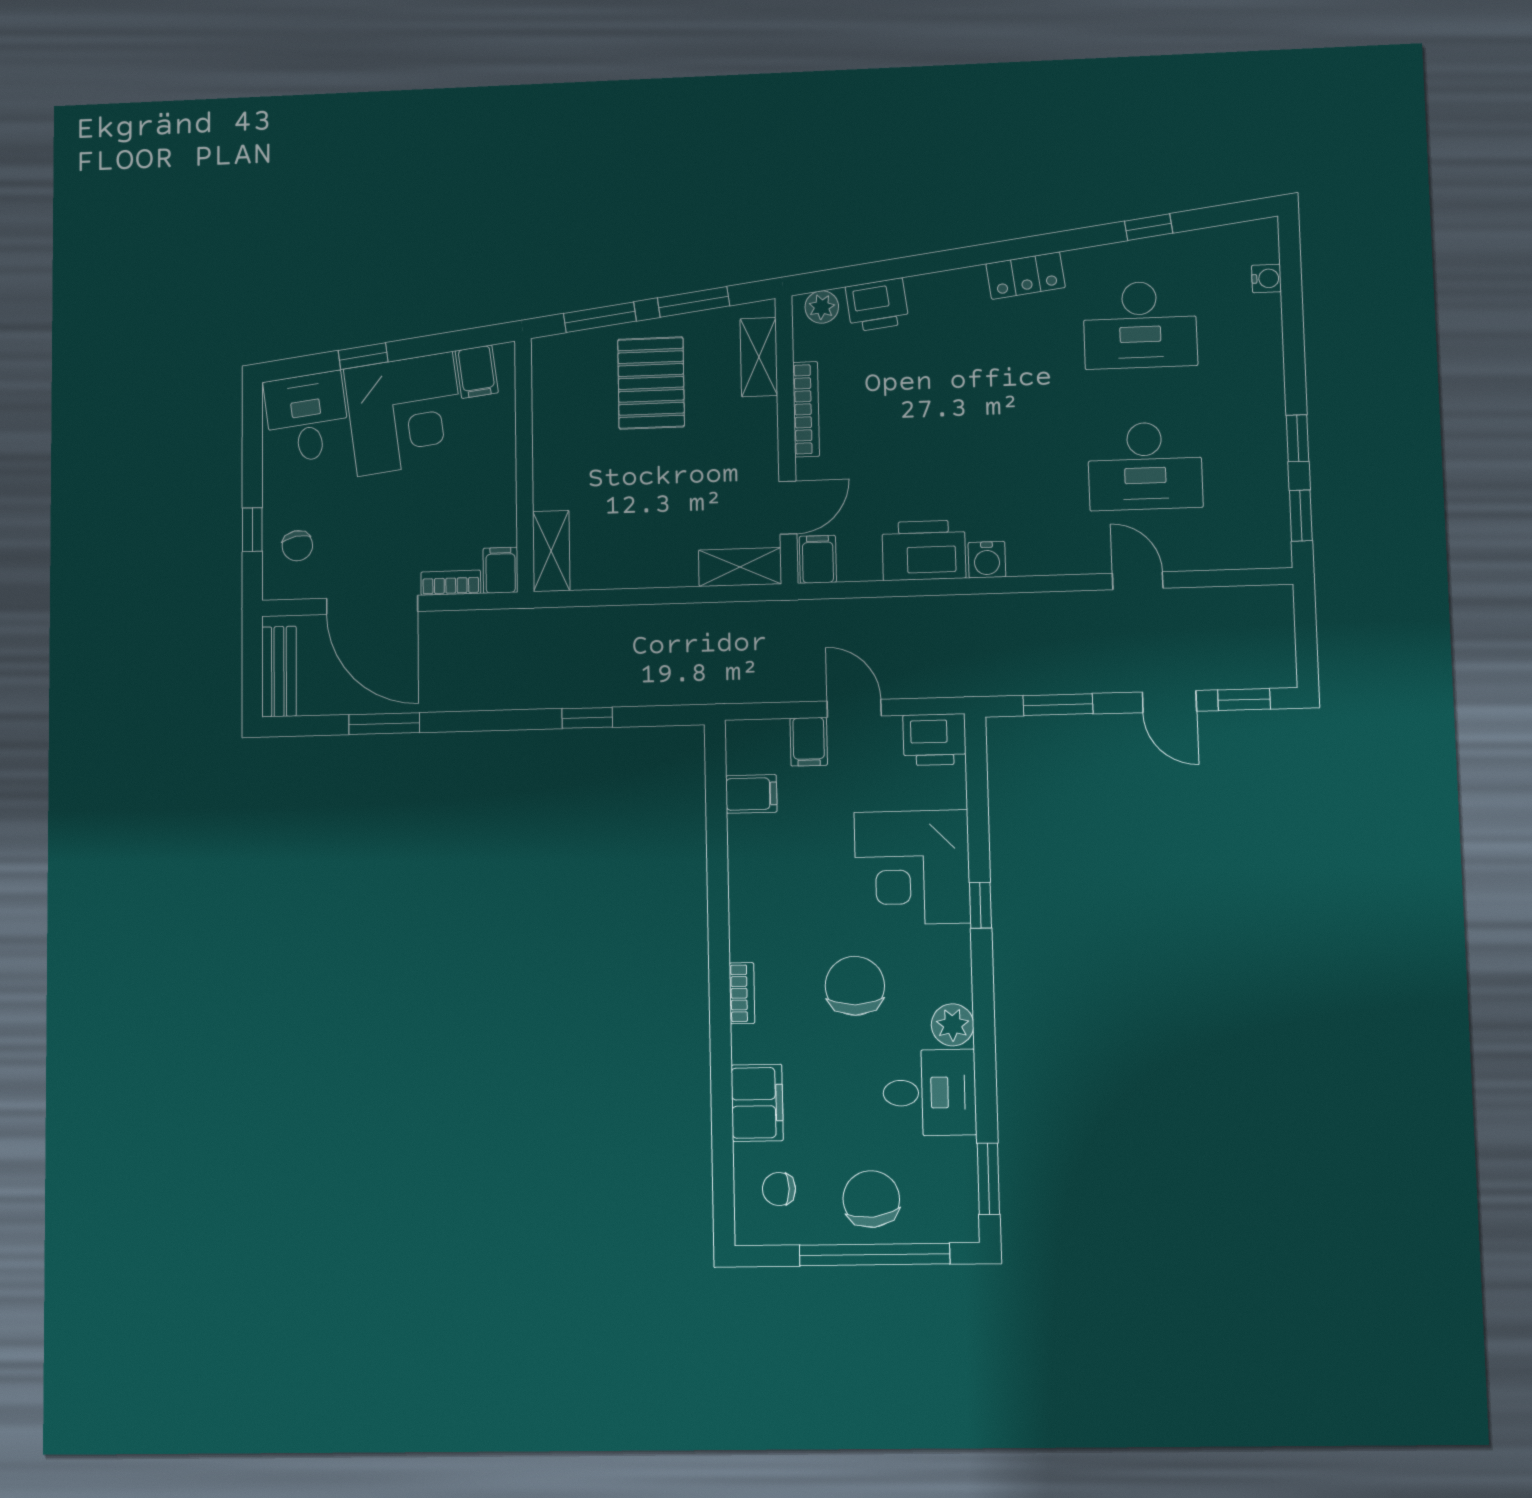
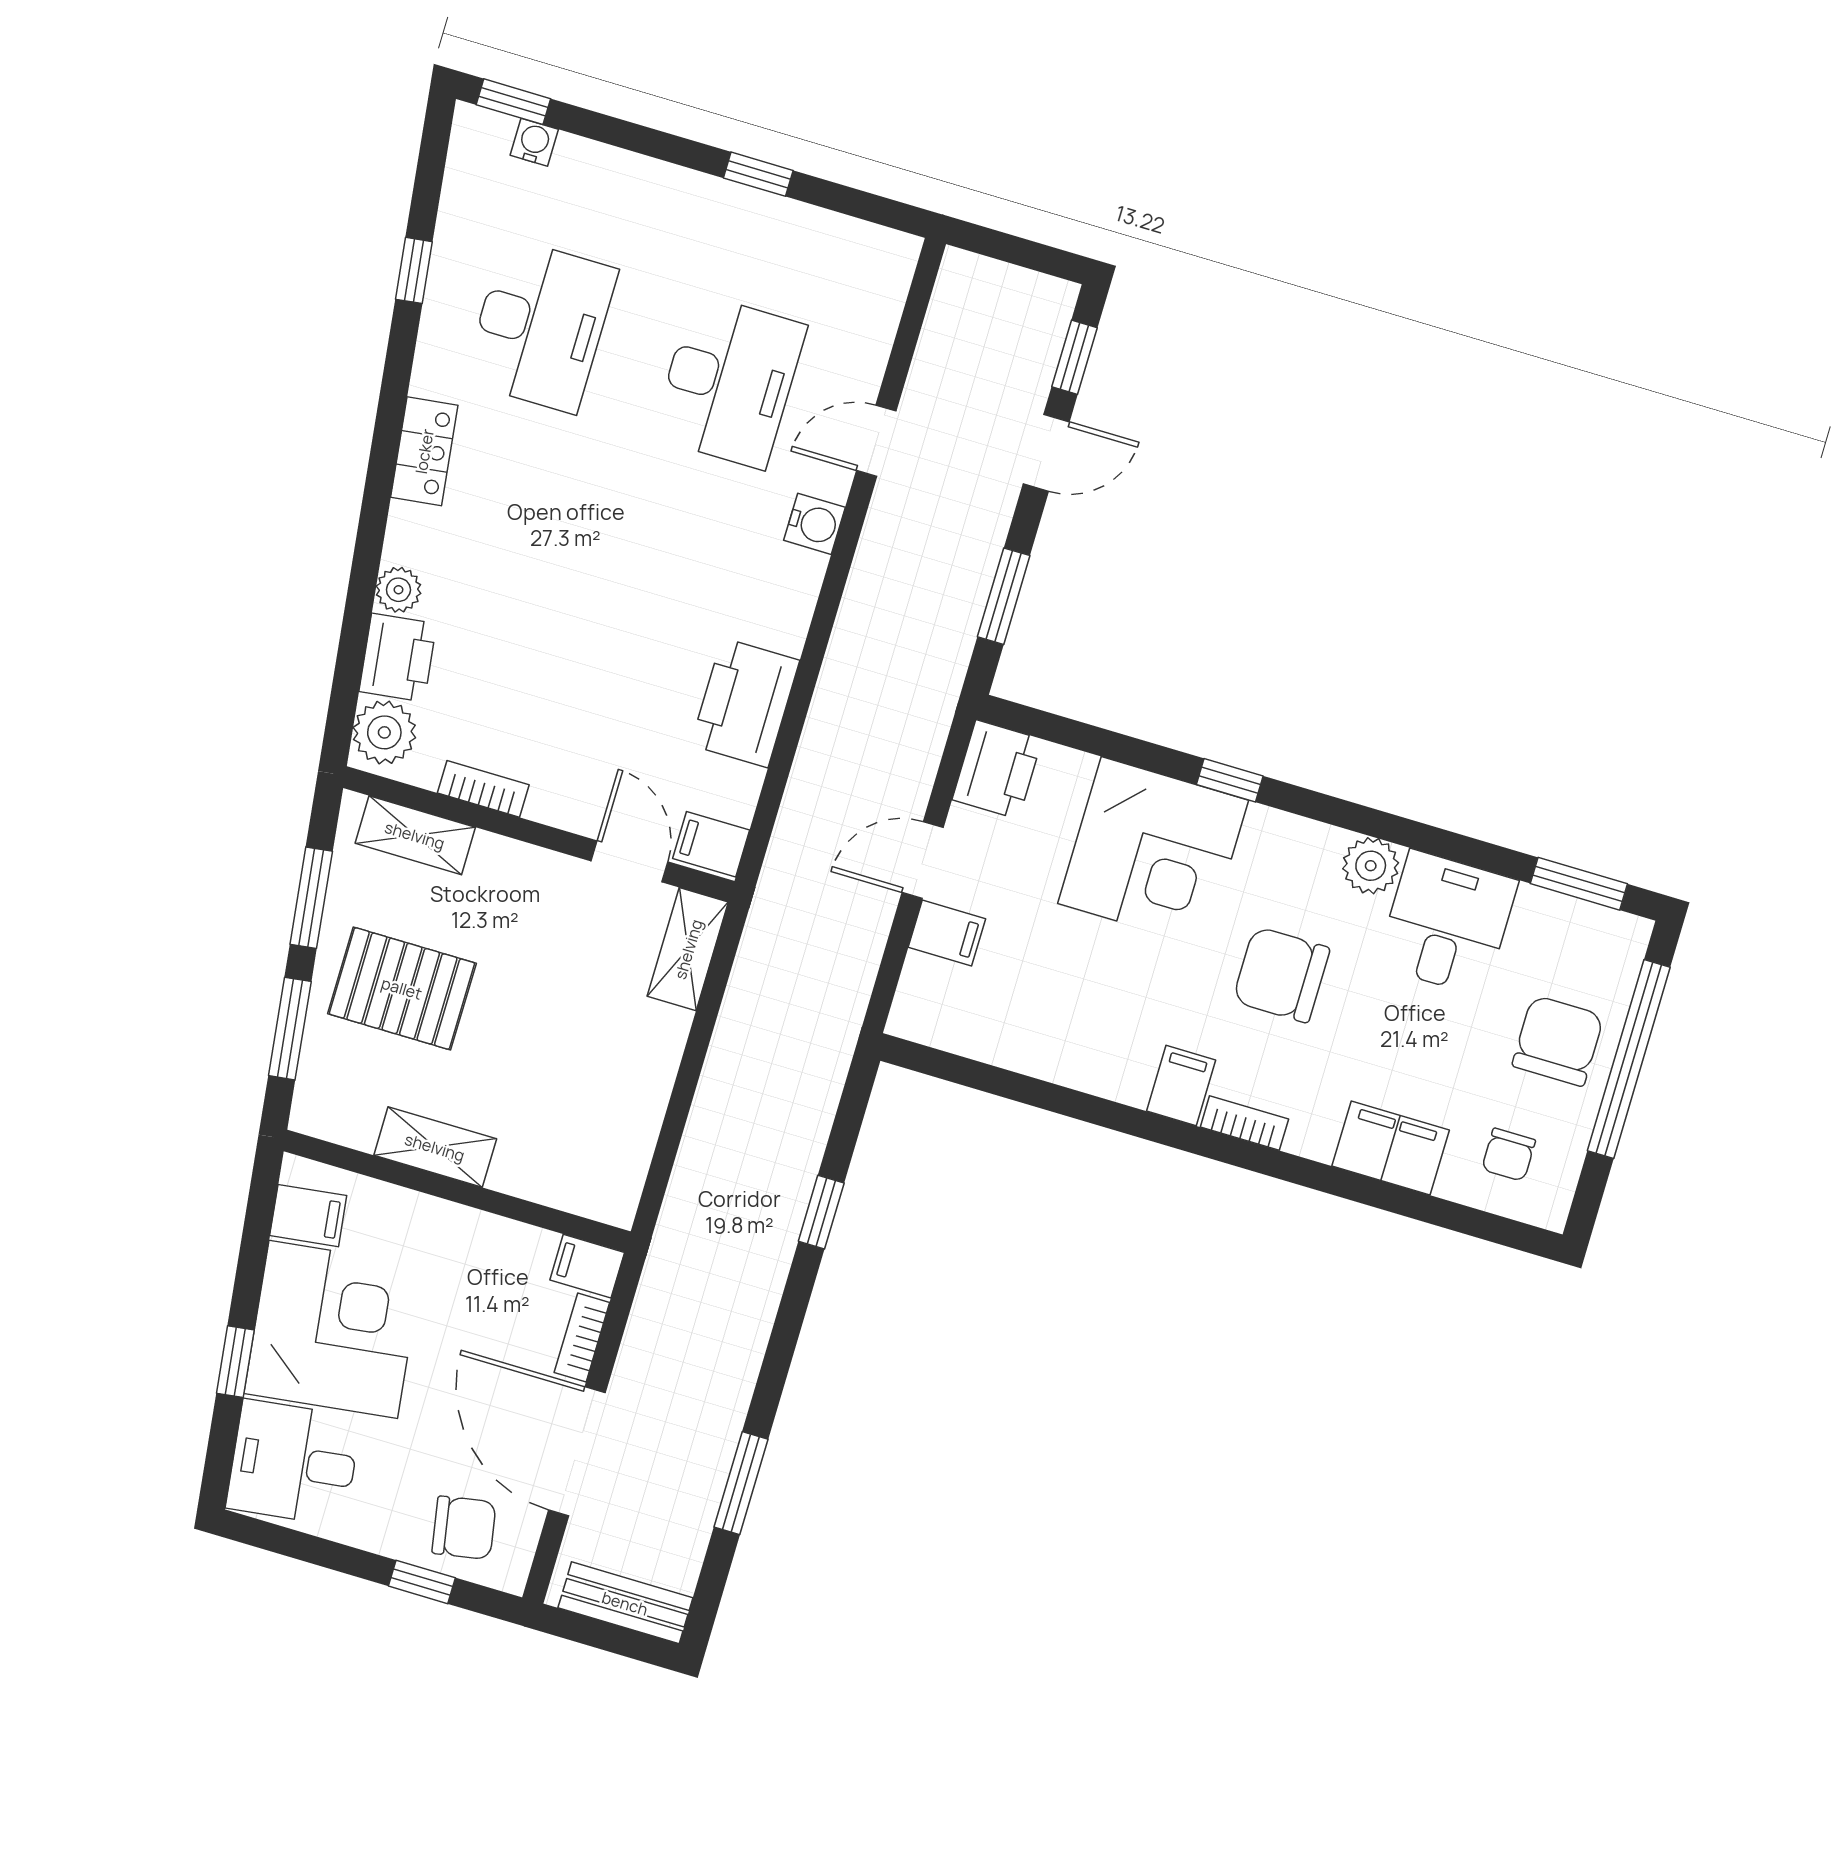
plant: (924, 290) -> (398, 590), added
plant: (822, 307) -> (384, 732), width x1.38, depth x1.38
bookcase: (806, 409) -> (483, 789), width x0.64
window: (1301, 516) -> (513, 102), moved
chair: (297, 546) -> (464, 1528), width x1.37, depth x1.37
shelving: (551, 551) -> (435, 1147), moved
water cooler: (987, 560) -> (814, 524), moved
door: (372, 605) -> (577, 1451), swing flipped
filing cabinet: (751, 794) -> (1181, 1085), moved
chair: (871, 1199) -> (1558, 1041), turned 96

